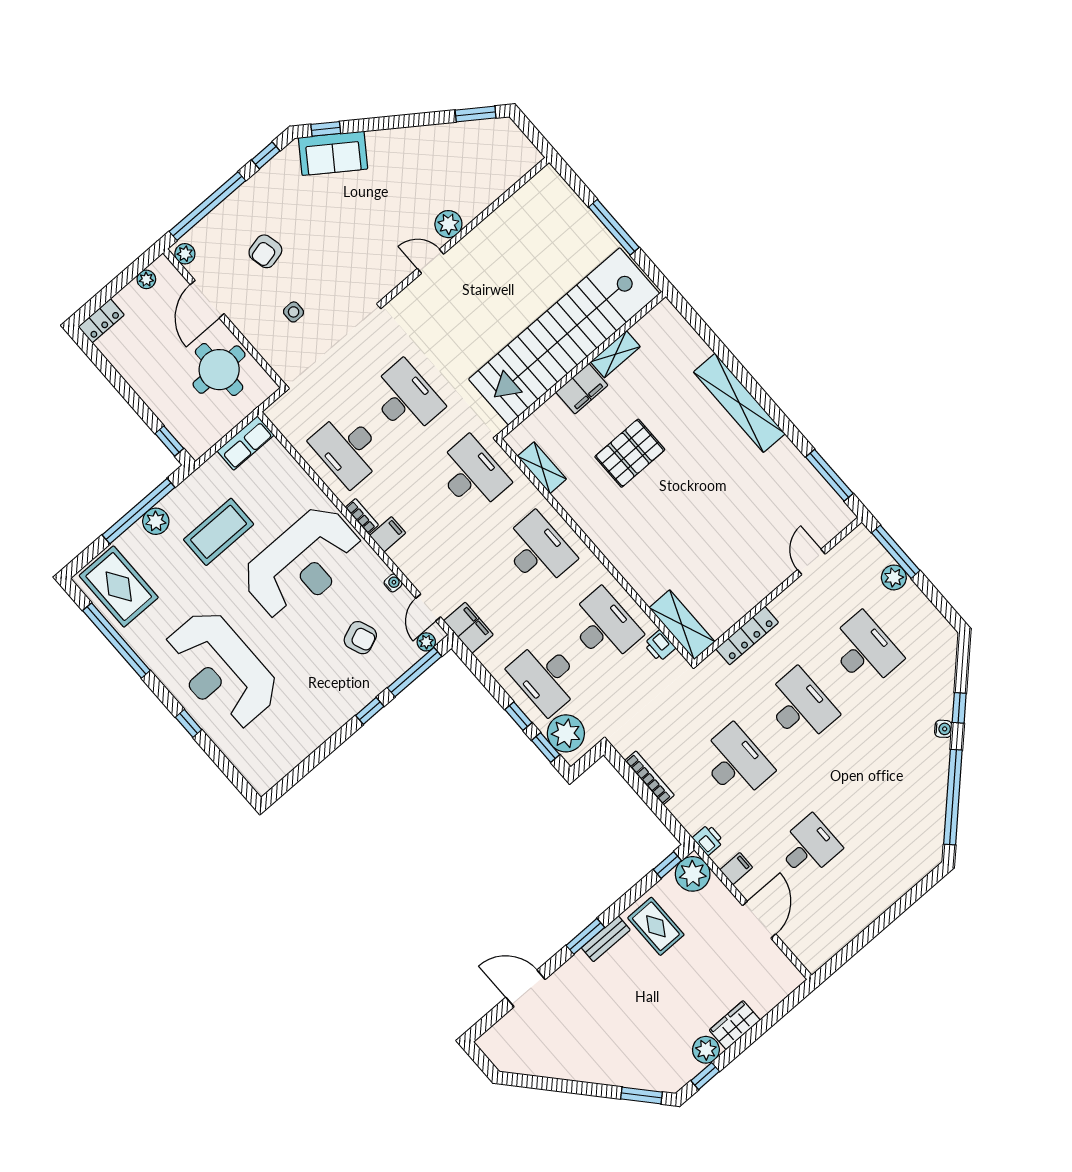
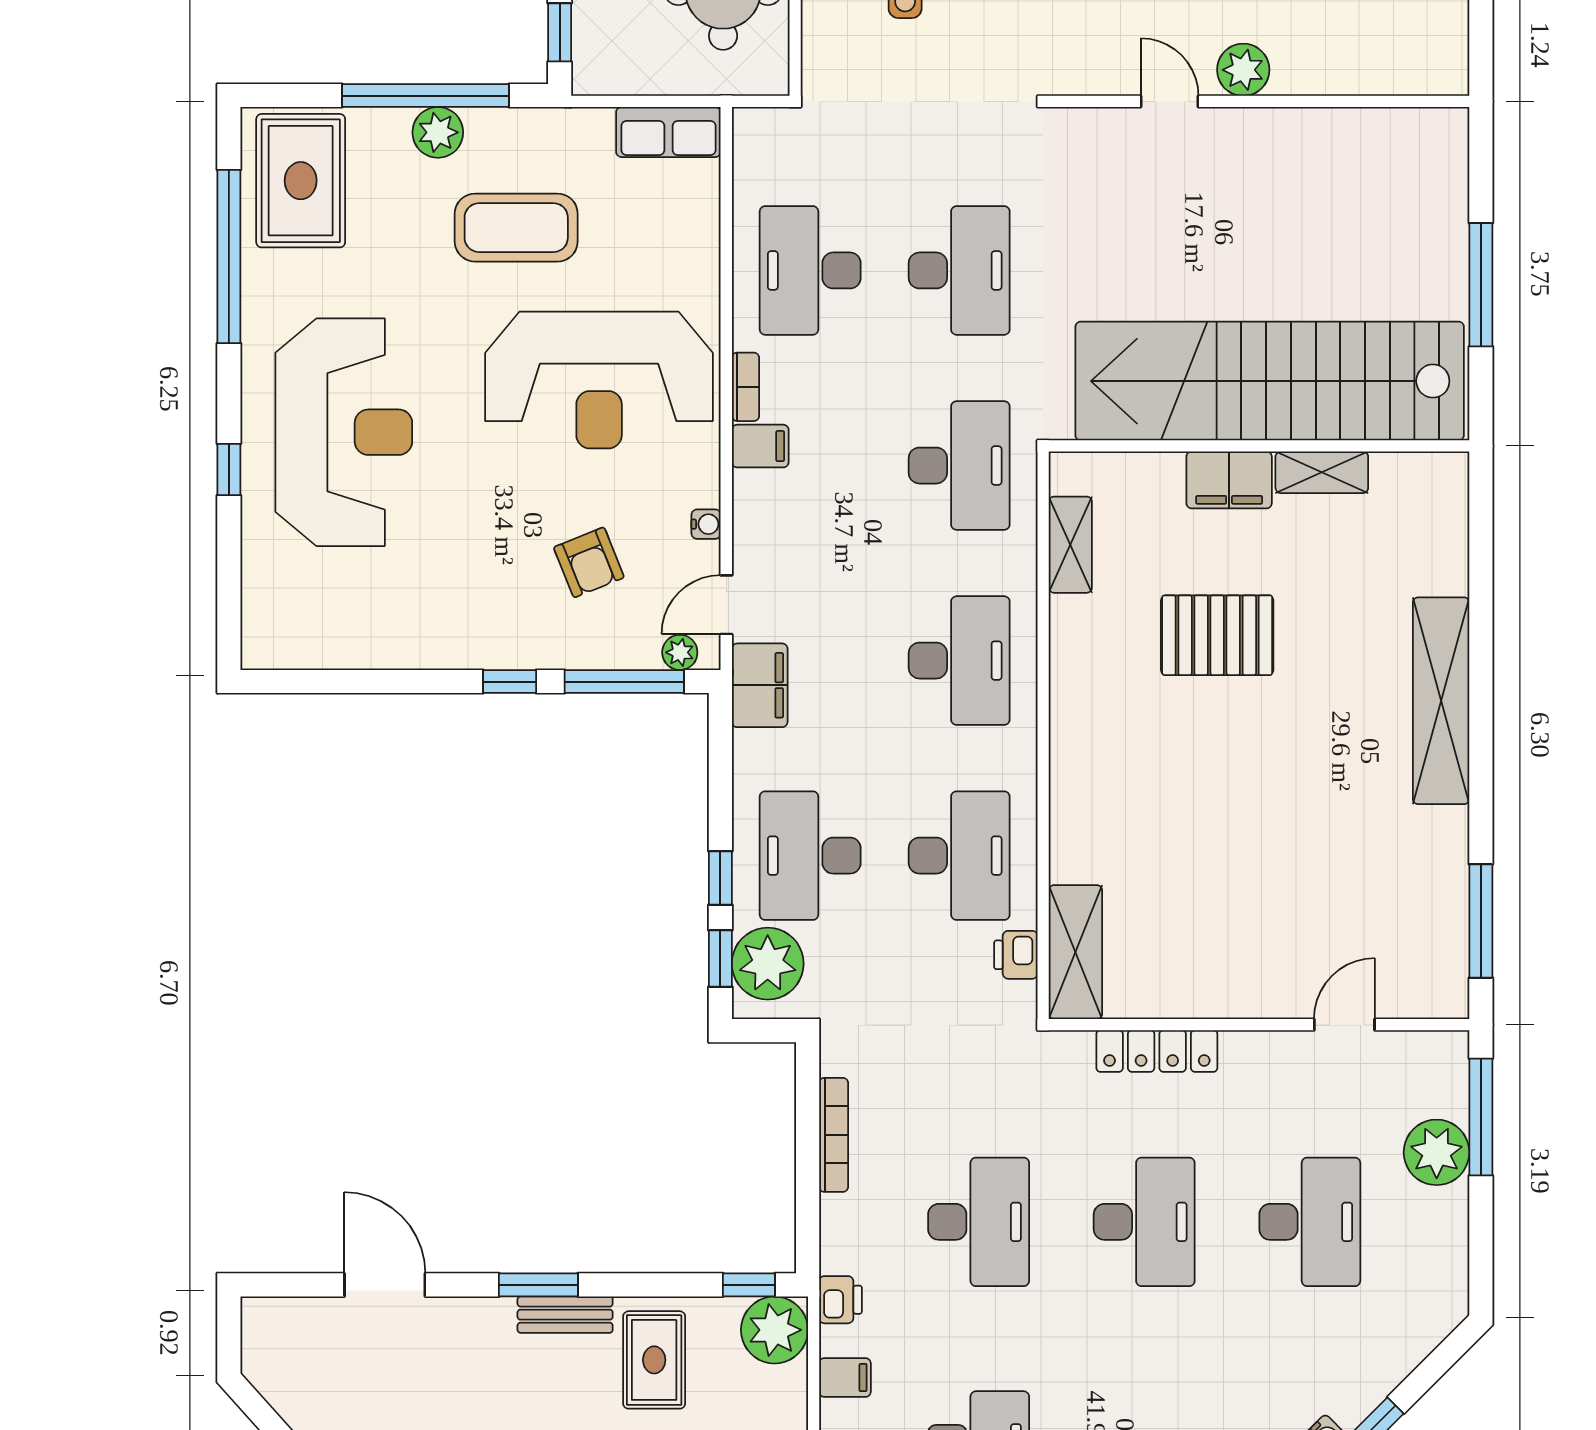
plant: (894, 577) -> (1437, 1152), width x1.36, depth x1.36
reception desk: (221, 670) -> (344, 432), turned 180

